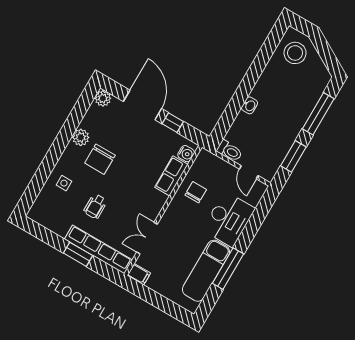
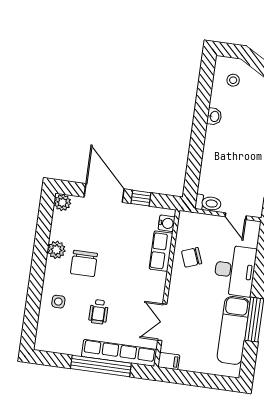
stool: (295, 53) -> (233, 80), width x0.53, depth x0.53
washbasin: (250, 105) -> (214, 116), moved
chair: (196, 192) -> (192, 257), turned -111
window: (78, 254) -> (101, 366), width x2.11

